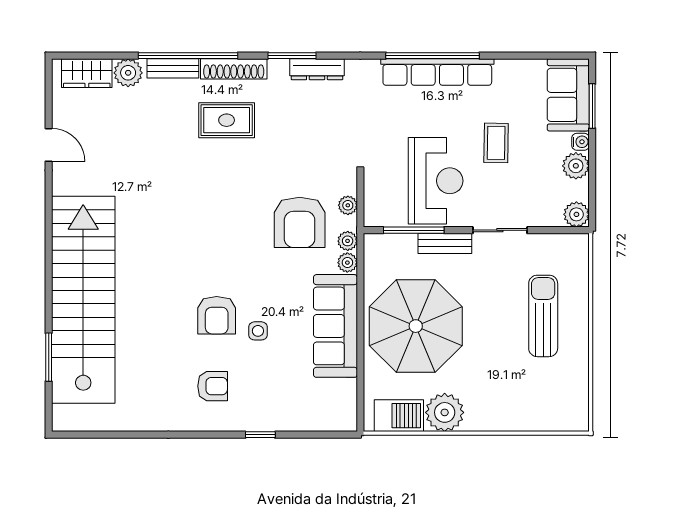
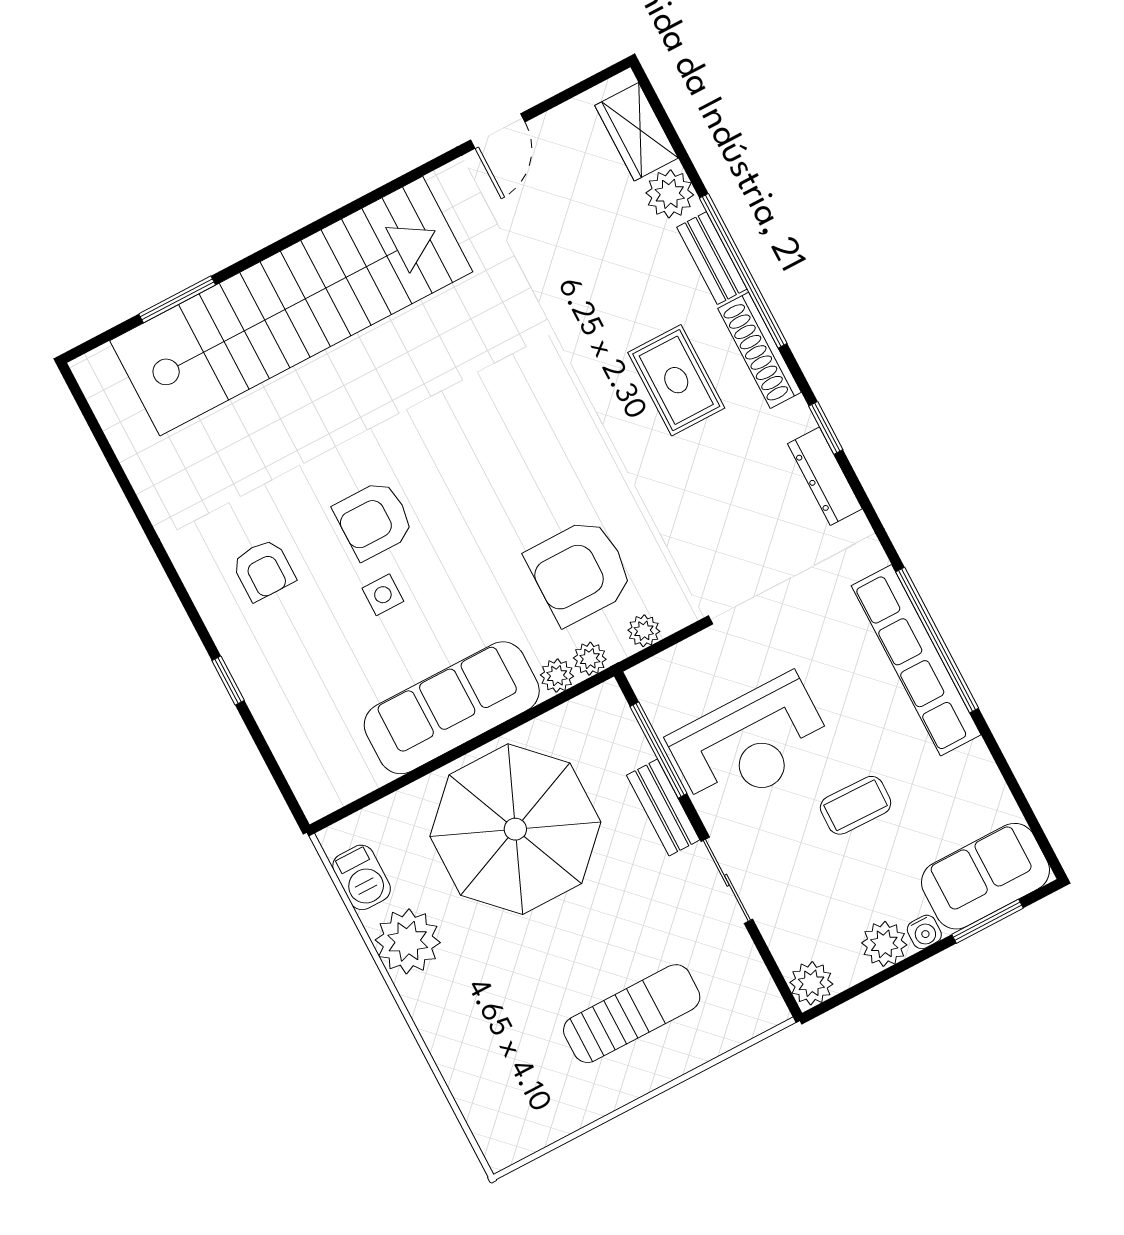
window: (292, 56) -> (826, 428), width x0.67
barbecue: (399, 416) -> (362, 877), width x0.73, depth x0.79

